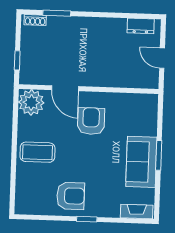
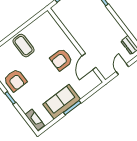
door: (65, 88) -> (89, 62), moved
plant: (31, 102) -> (46, 22), removed
armchair: (91, 121) -> (61, 60), turned 180

